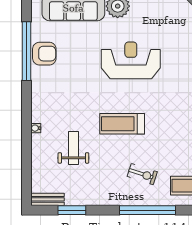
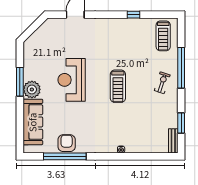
weight bench: (73, 148) -> (136, 122), removed
exercise bike: (142, 174) -> (162, 83), moved

